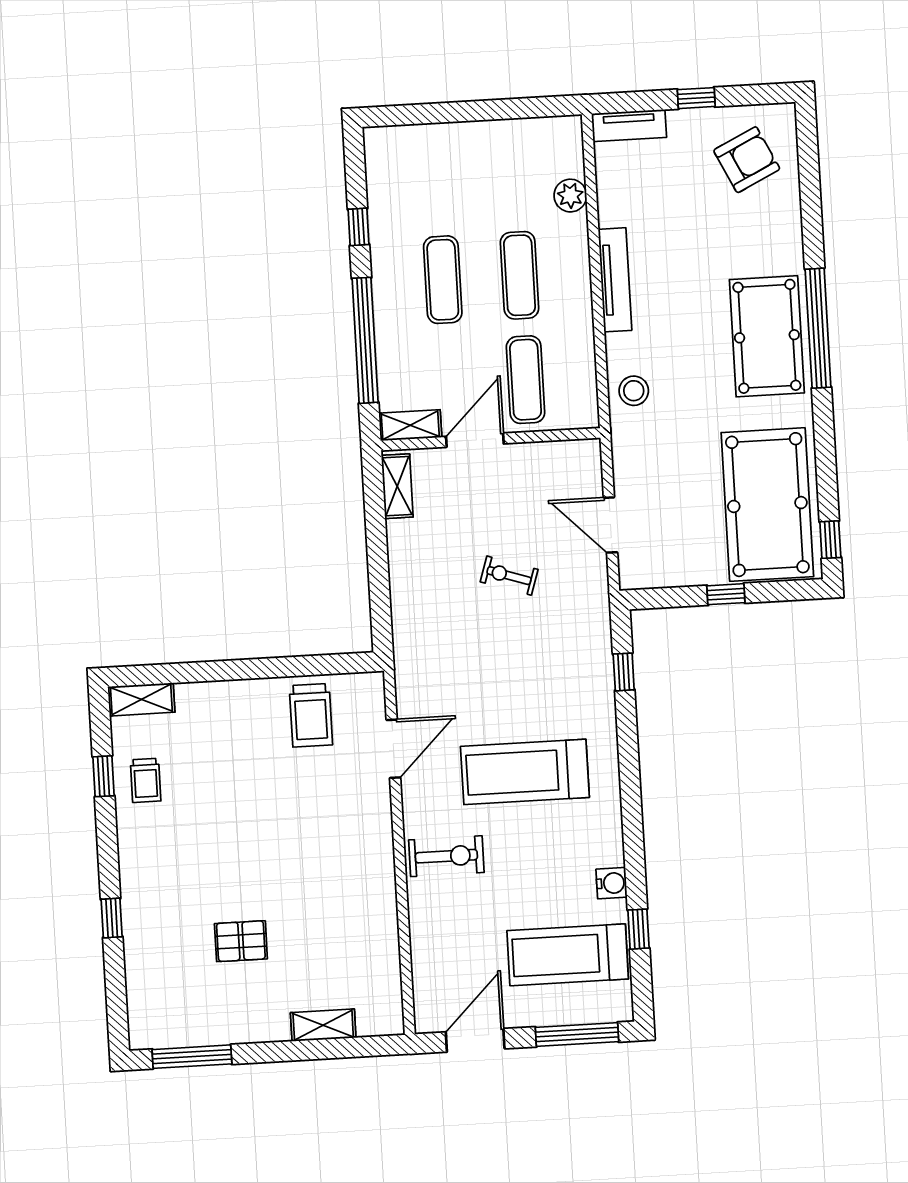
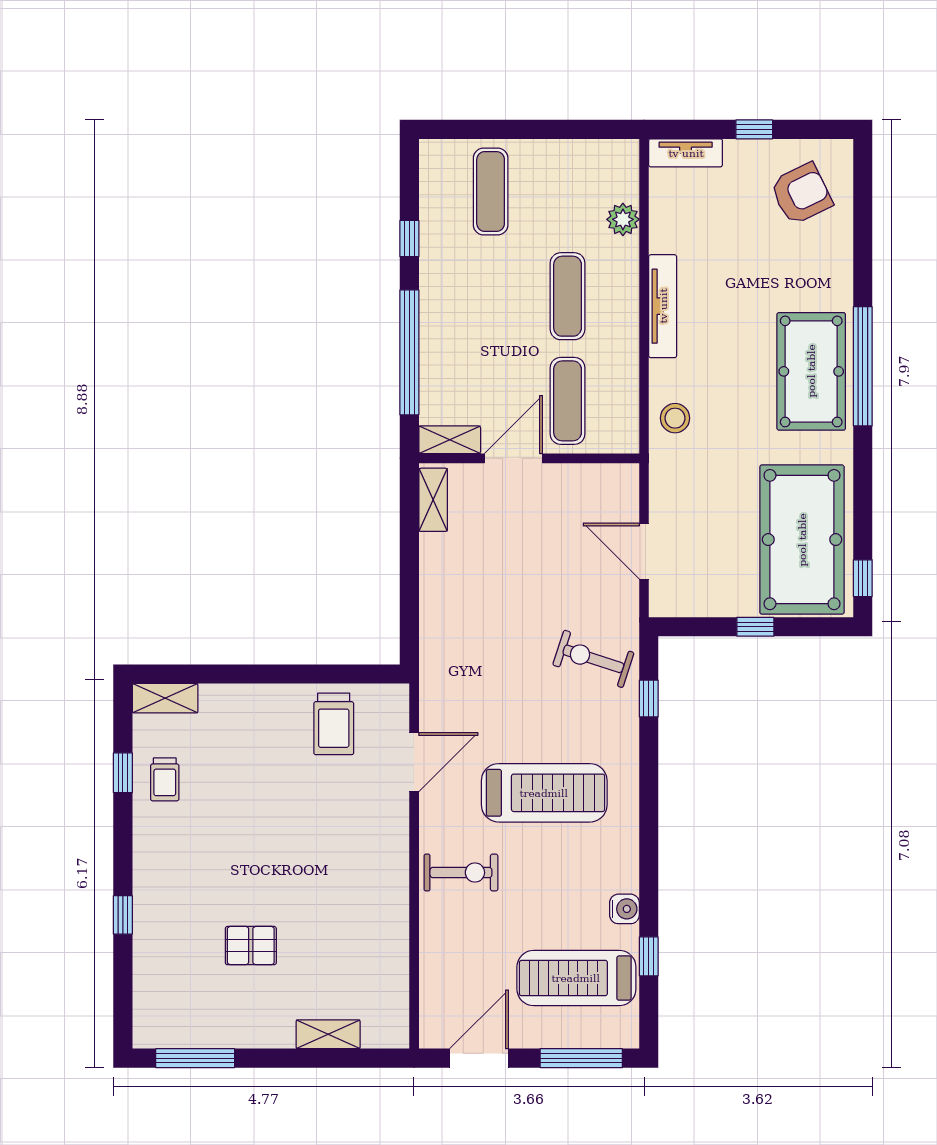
exercise mat: (443, 280) -> (491, 192), moved
exercise bike: (509, 576) -> (593, 659), moved, width x1.38, depth x1.39
treadmill: (525, 772) -> (544, 793), turned 180

